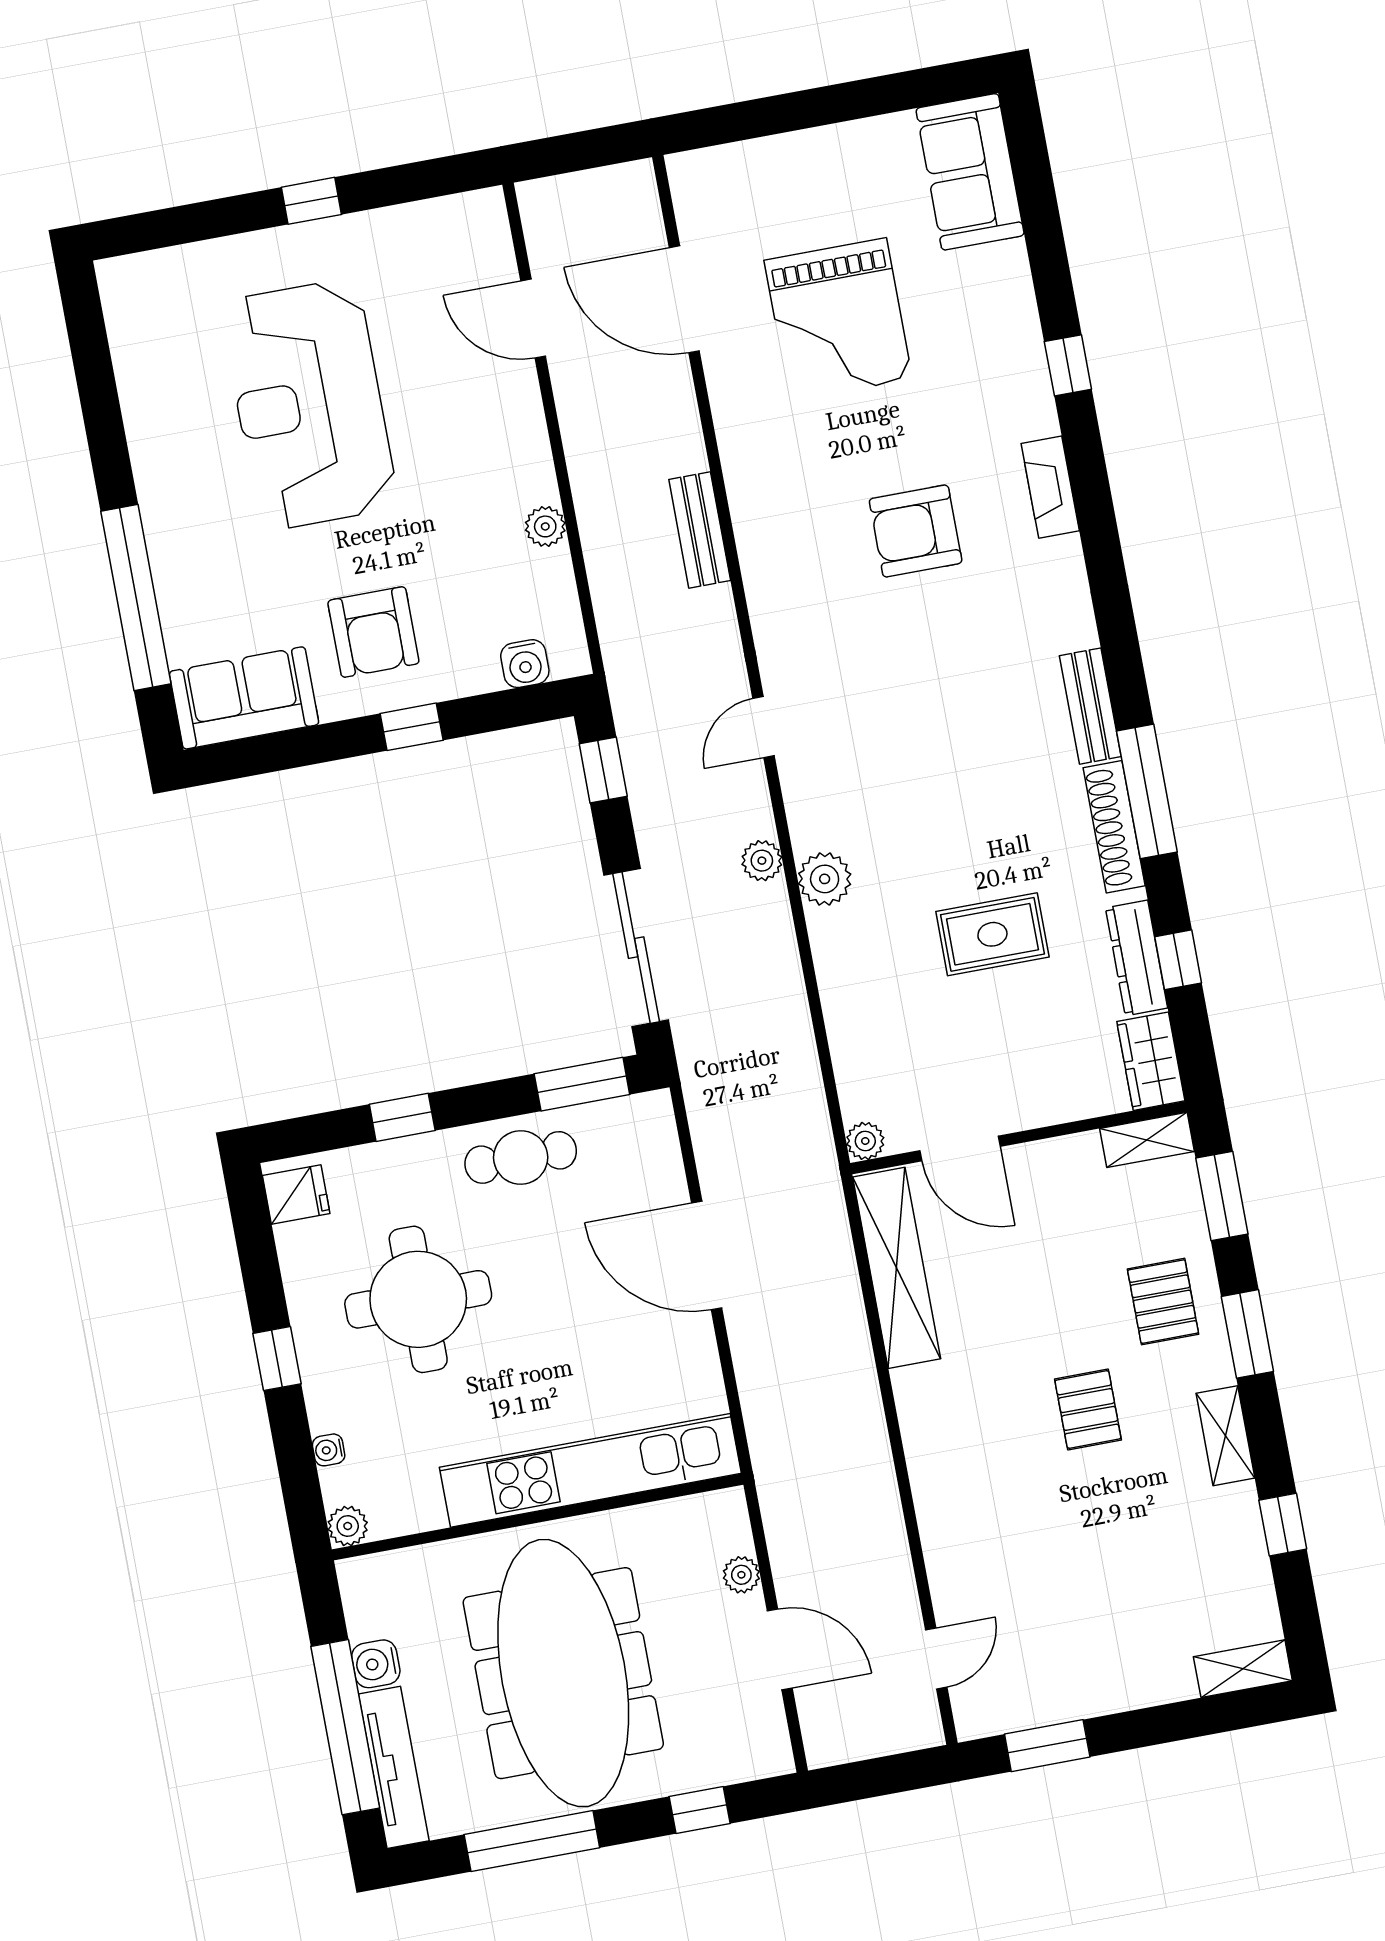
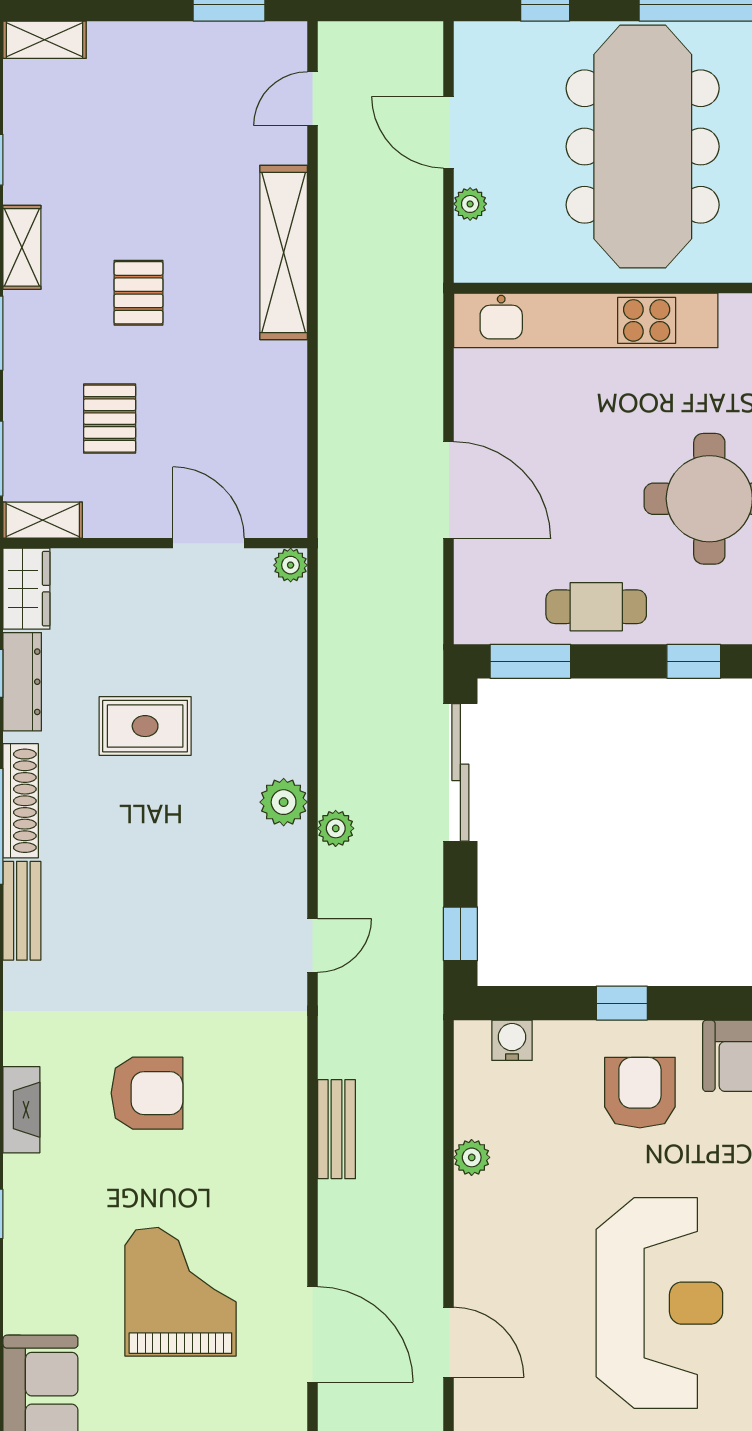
shelving: (897, 1268) -> (284, 252), moved
pallet: (1163, 1302) -> (110, 419), moved

